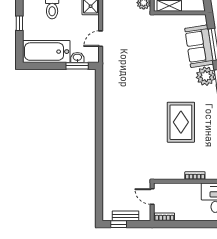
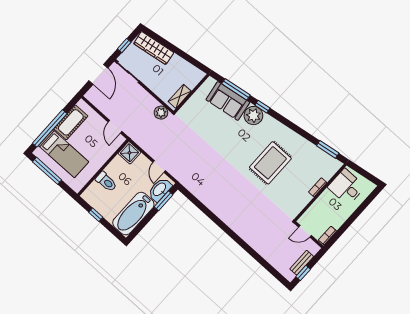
washbasin: (77, 58) -> (160, 190), width x1.91, depth x1.45
rug: (181, 122) -> (270, 163), turned 90

